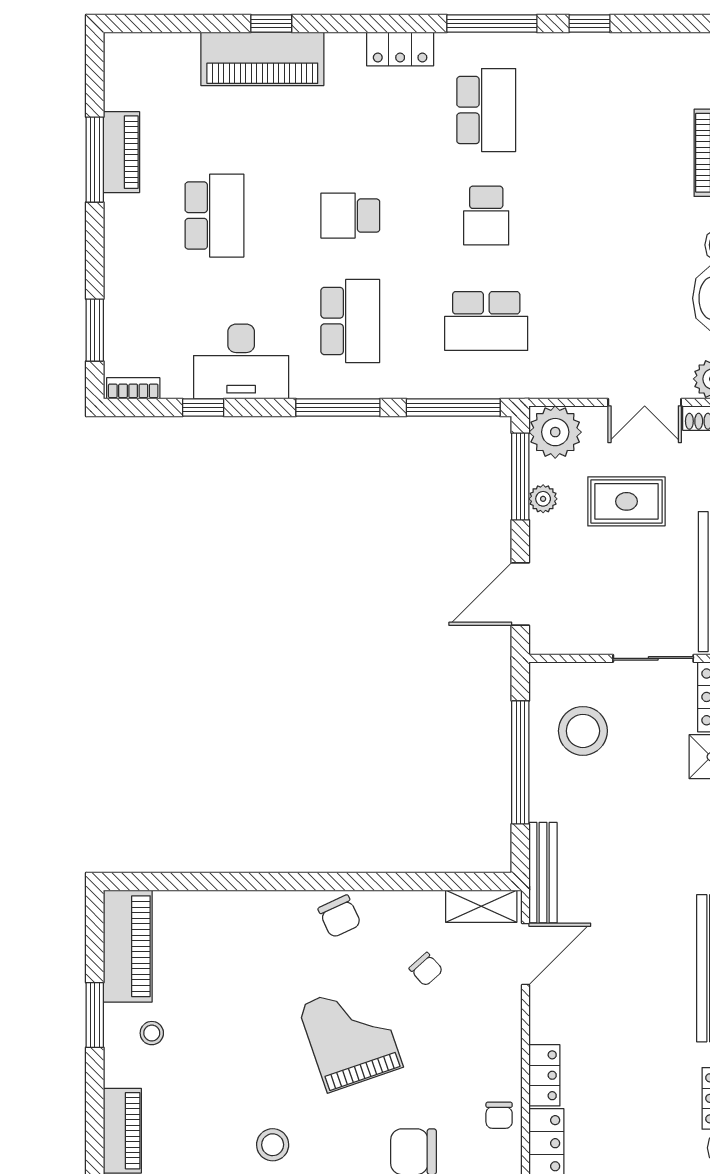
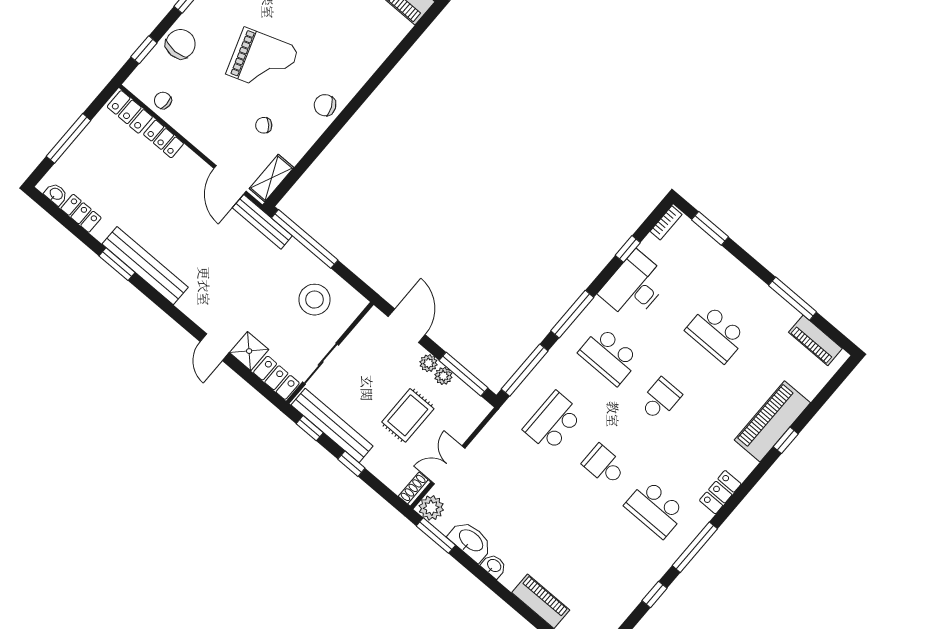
piano: (121, 152) -> (815, 340), moved
plant: (555, 432) -> (428, 363), moved, width x0.53, depth x0.53
window: (520, 762) -> (305, 239), moved

